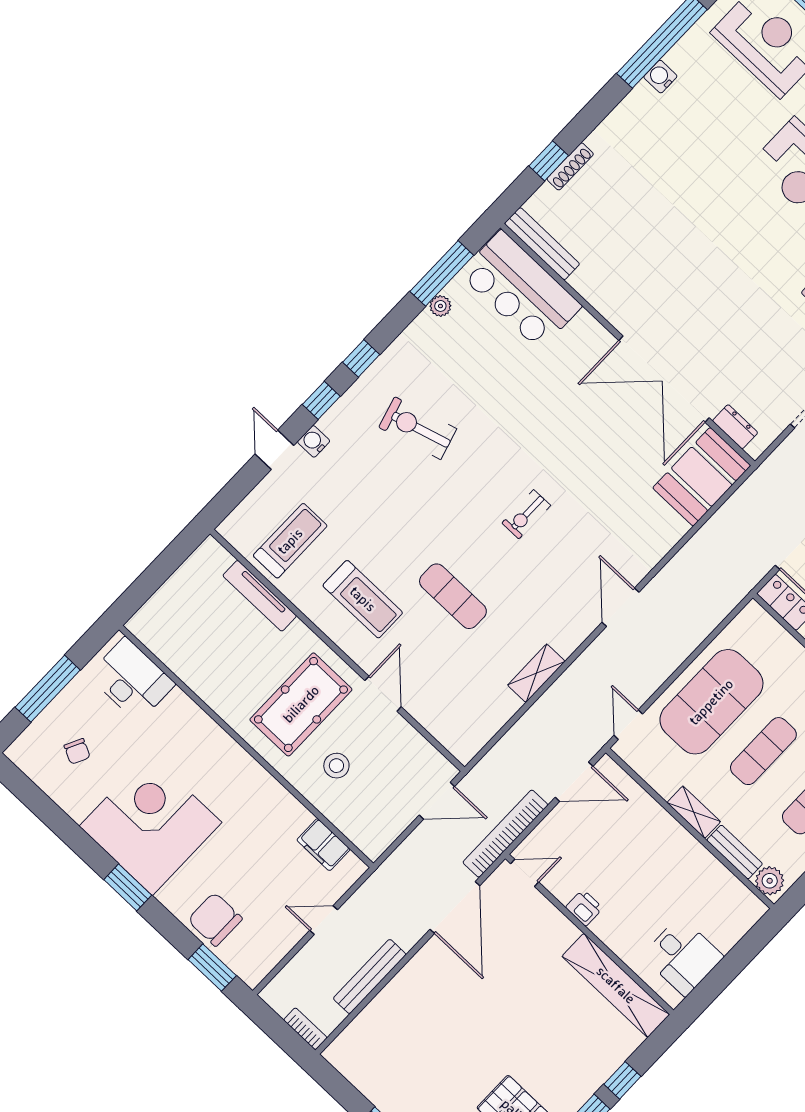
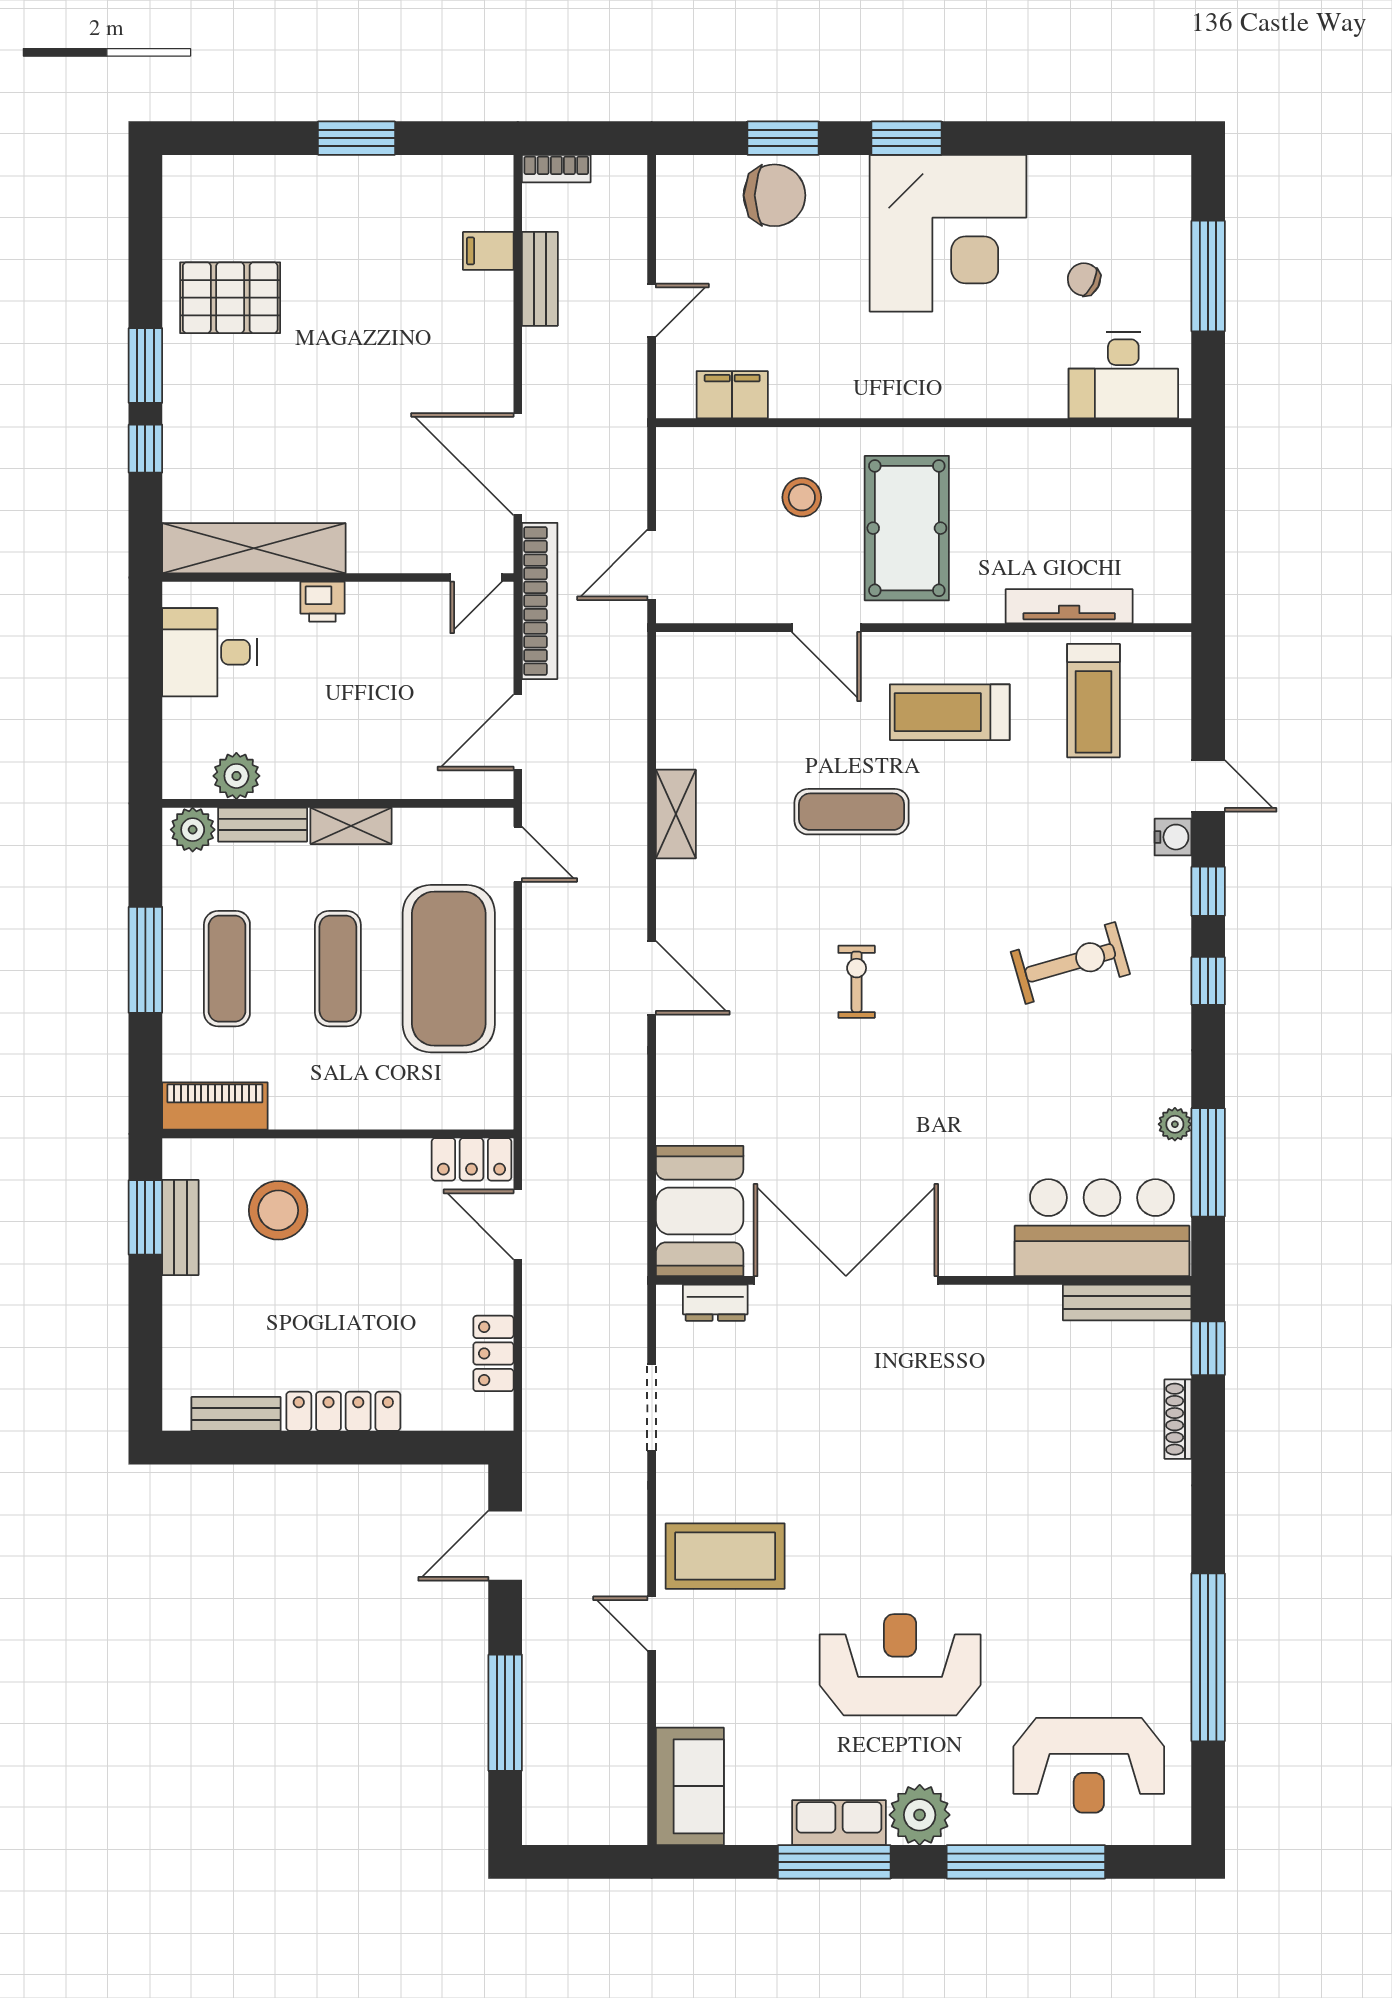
water cooler: (660, 77) -> (1172, 1616), removed
window: (549, 161) -> (1208, 1348), moved
chair: (77, 751) -> (1084, 279), moved
plant: (725, 886) -> (236, 776), added
printer: (584, 908) -> (322, 602), moved
window: (212, 968) -> (783, 138), moved
bench: (370, 976) -> (540, 279), width x0.73
filing cabinet: (374, 1020) -> (488, 251), added

